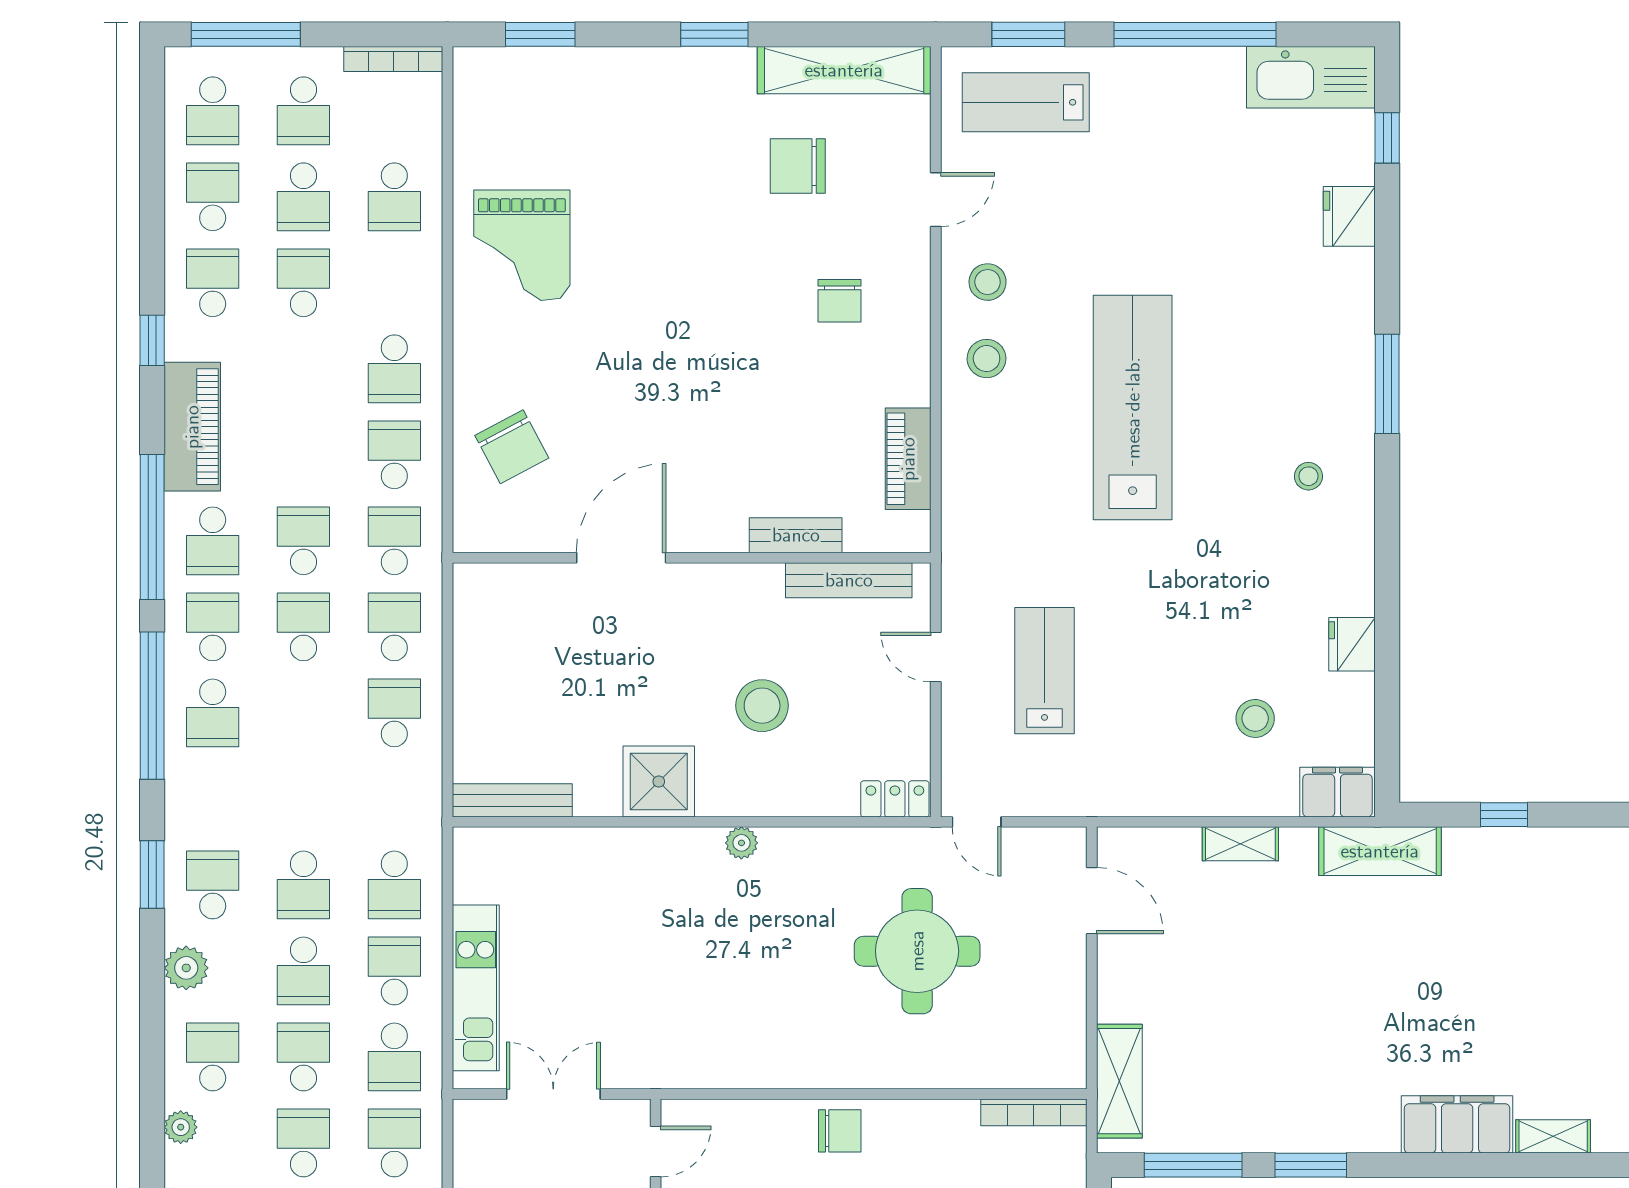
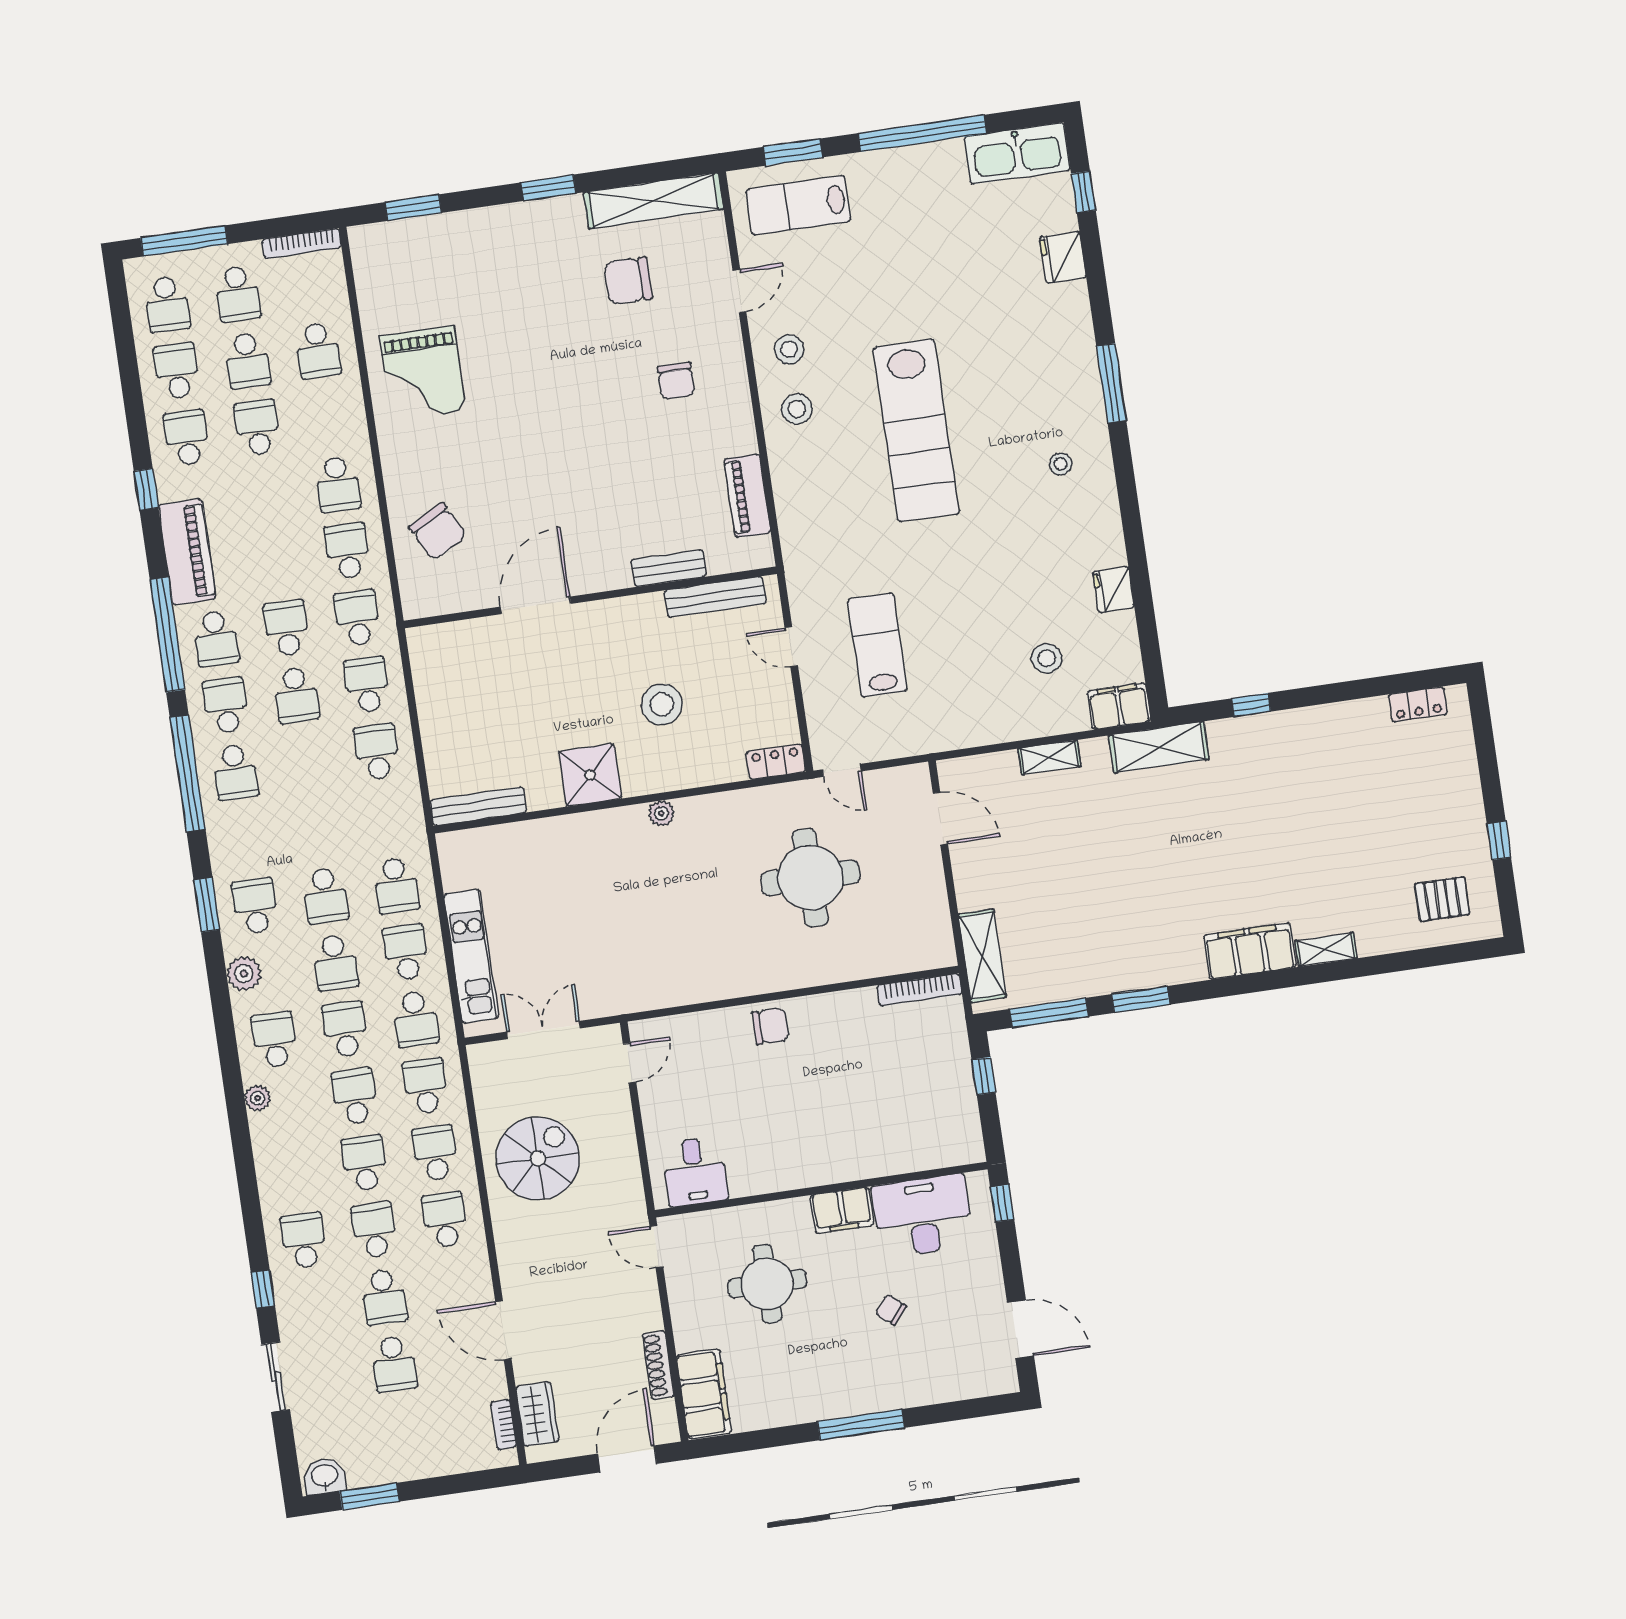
lab bench: (1133, 408) -> (916, 430), turned 180
school desk: (303, 627) -> (296, 695), turned 180

